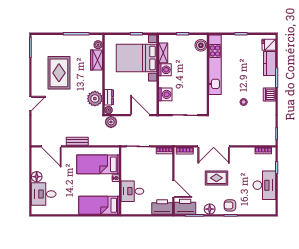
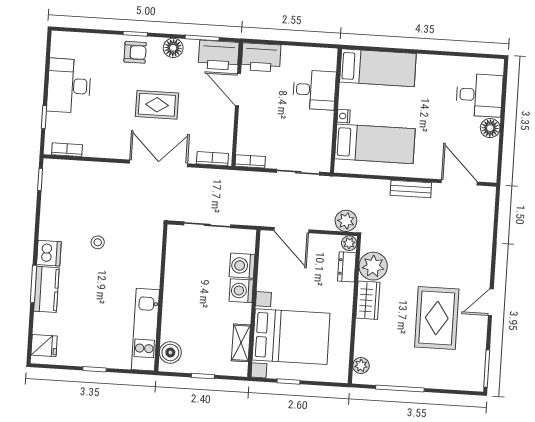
wardrobe: (97, 60) -> (368, 300), moved
kitchen counter: (270, 63) -> (46, 289), moved
kitchen unit: (215, 65) -> (145, 330), width x0.73
washing machine: (165, 70) -> (241, 291), moved
door: (30, 103) -> (491, 302), moved

